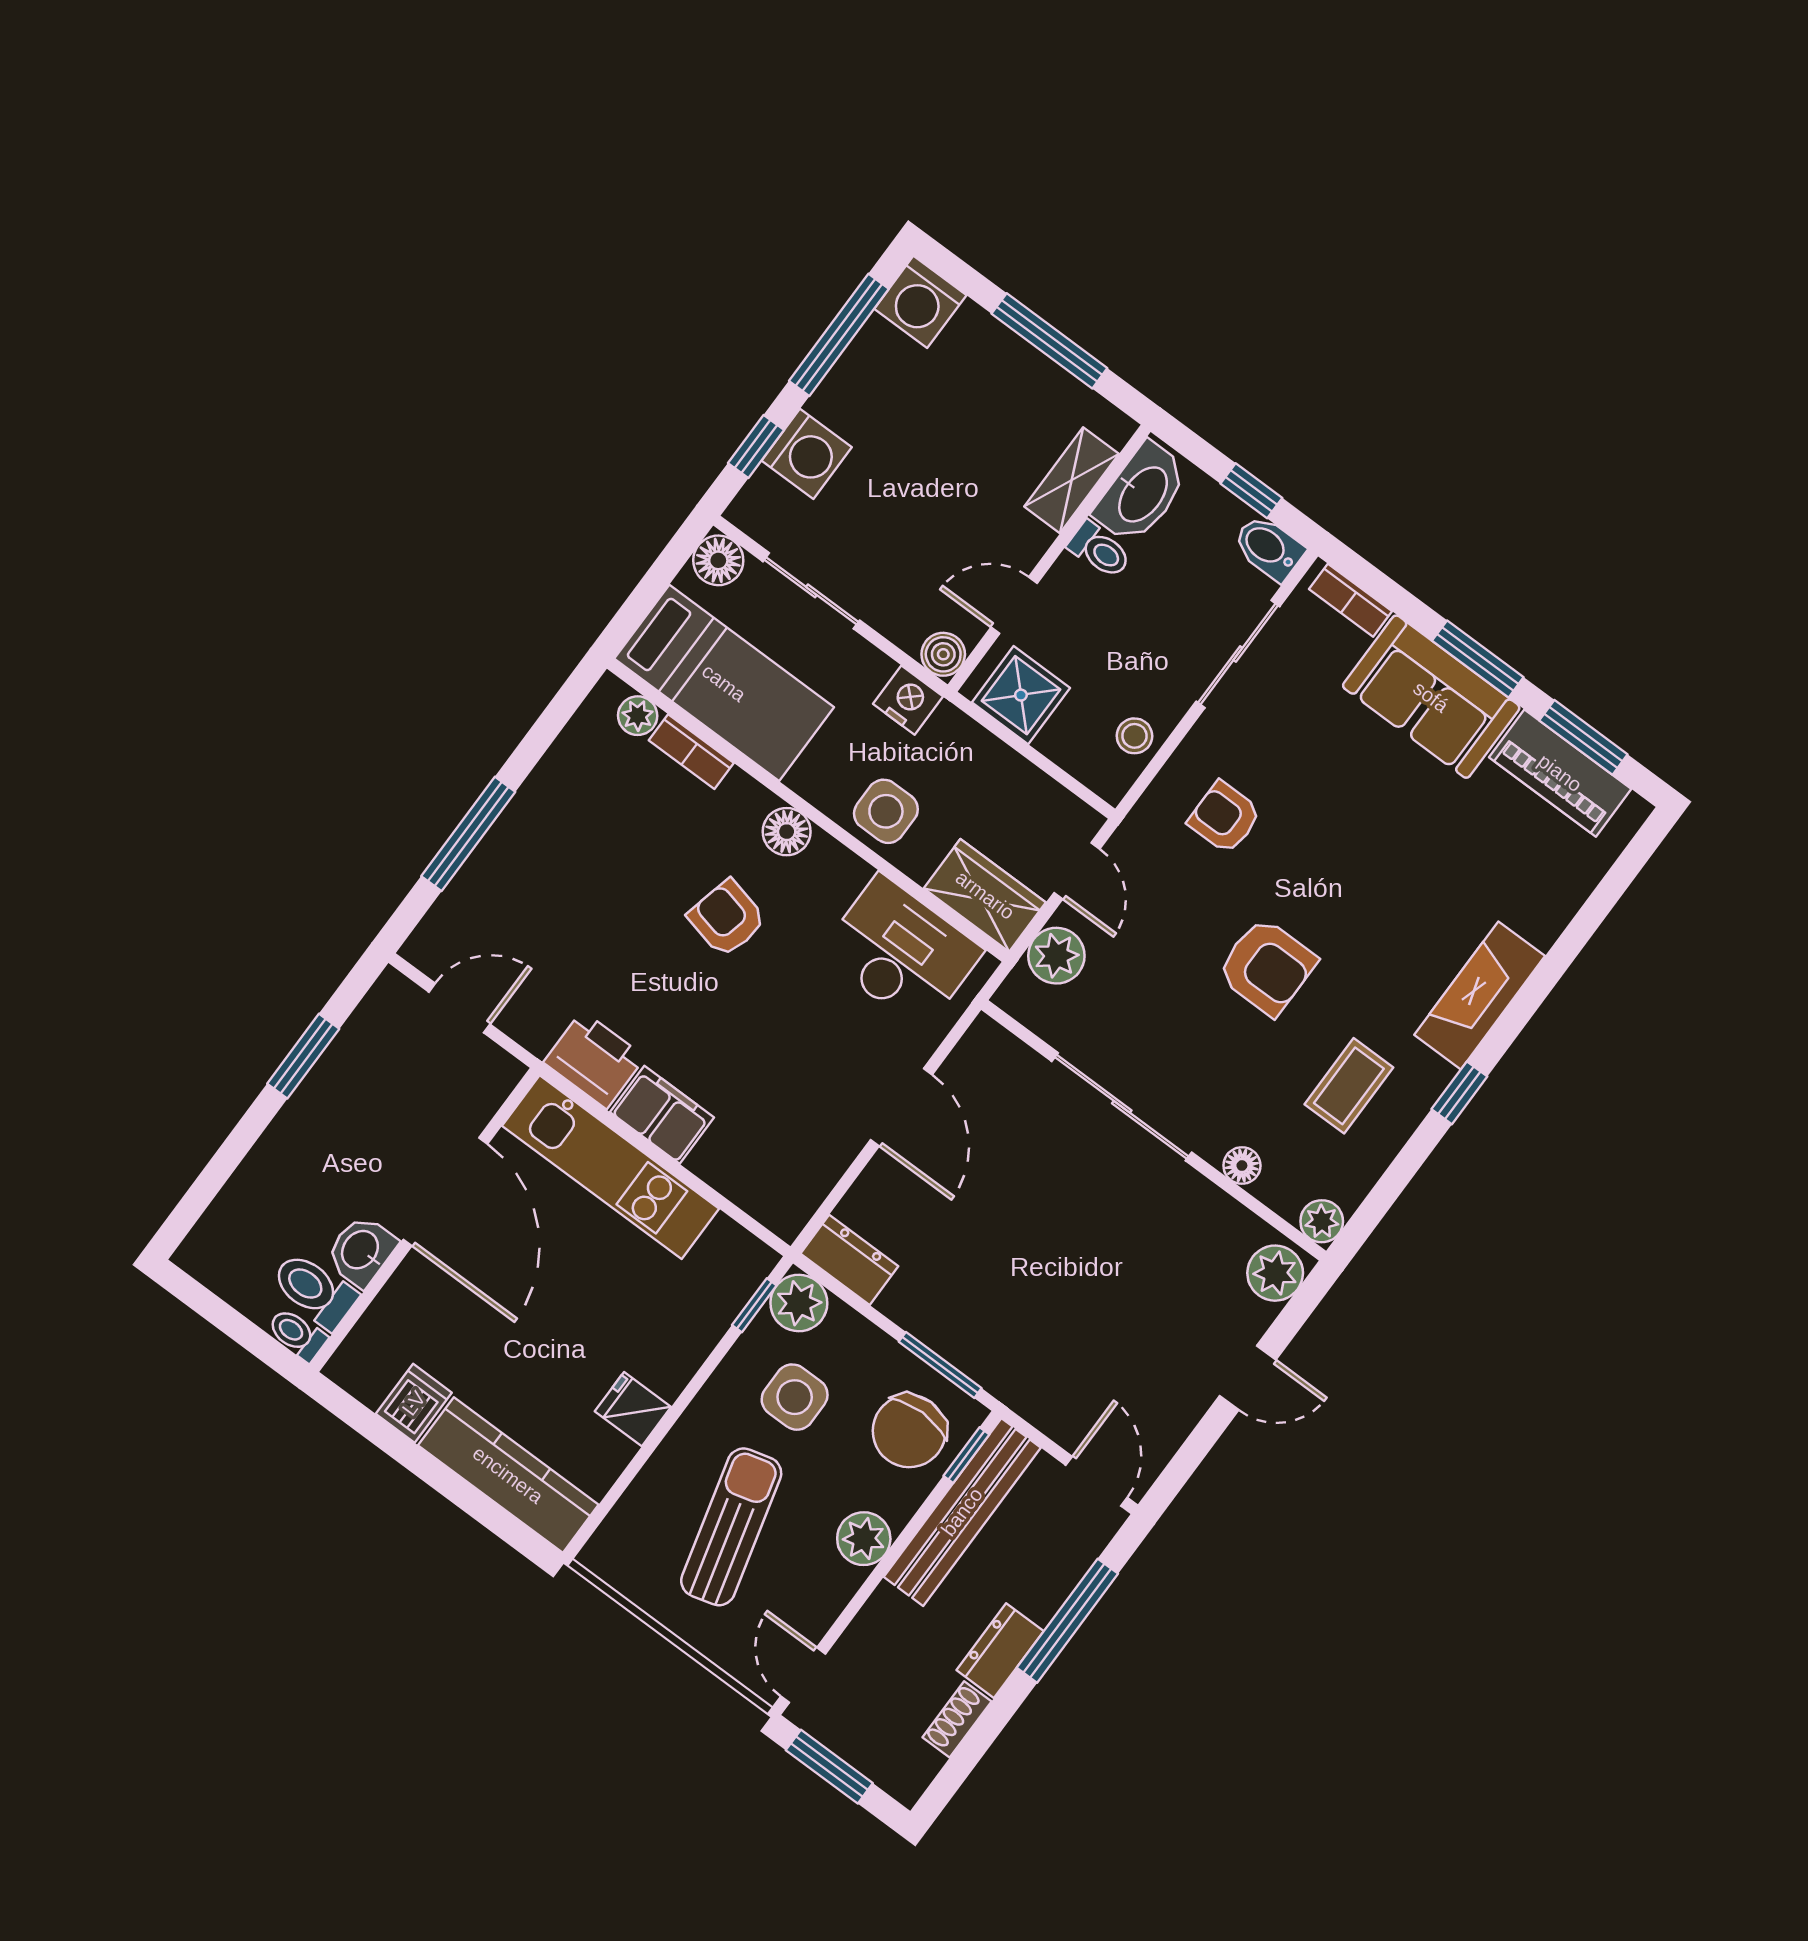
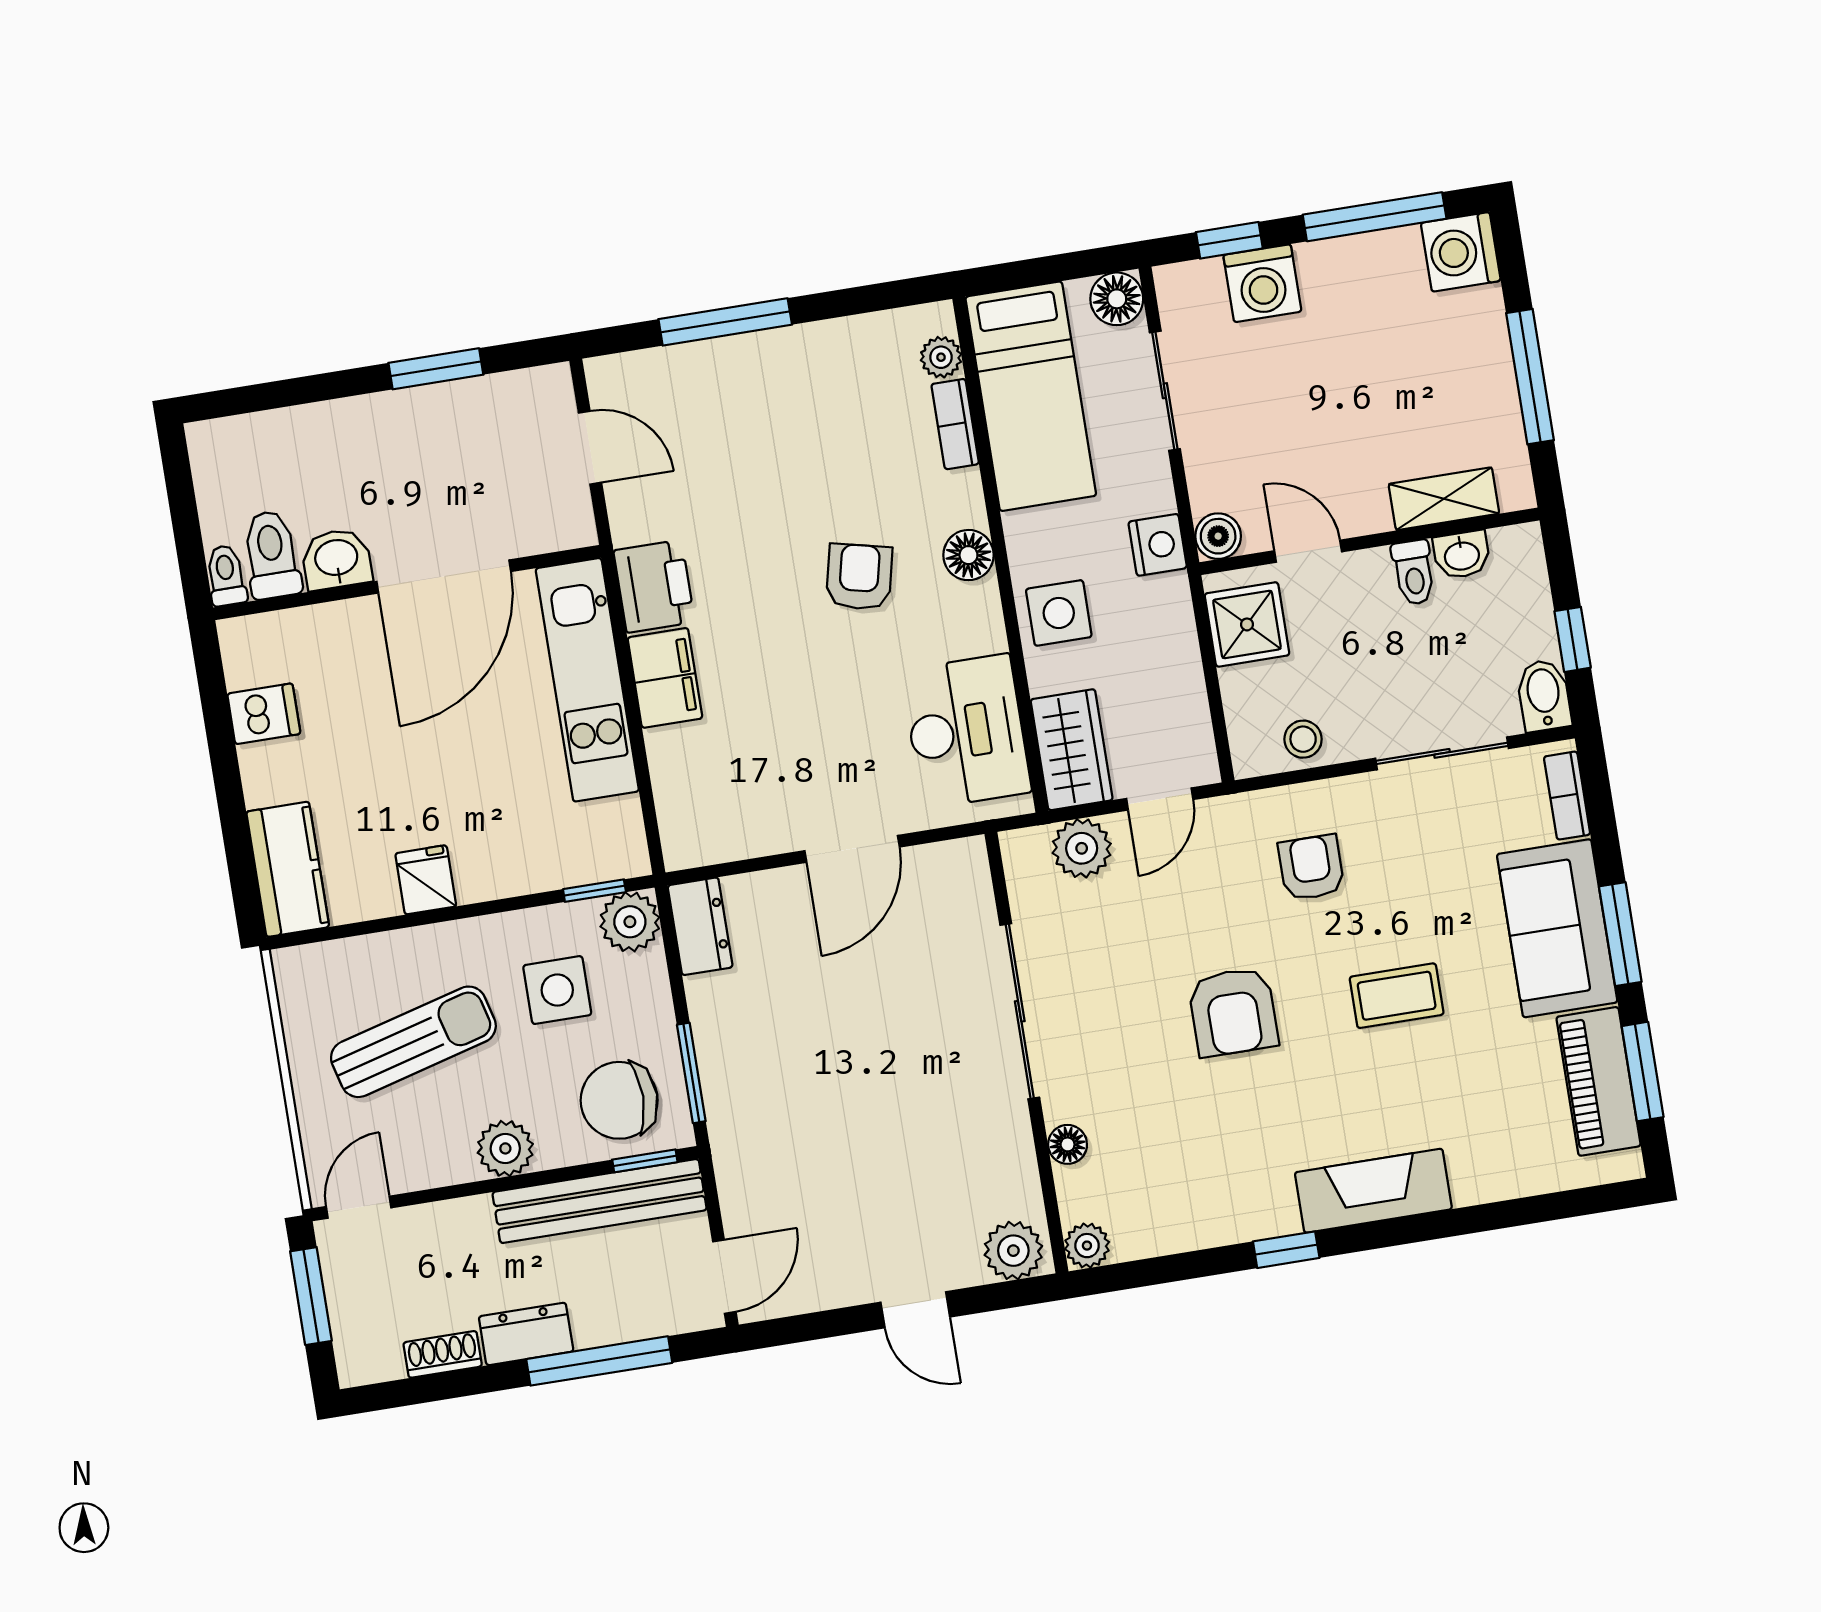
washbasin: (1142, 493) -> (1462, 555), width x0.52, depth x0.69
coffee table: (1349, 1086) -> (1397, 996), moved
kitchen counter: (508, 1475) -> (288, 869), width x0.67

